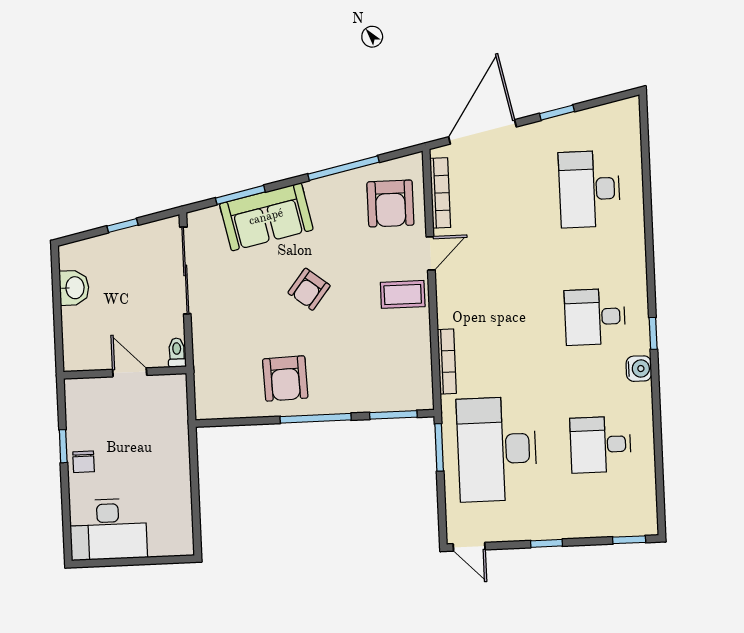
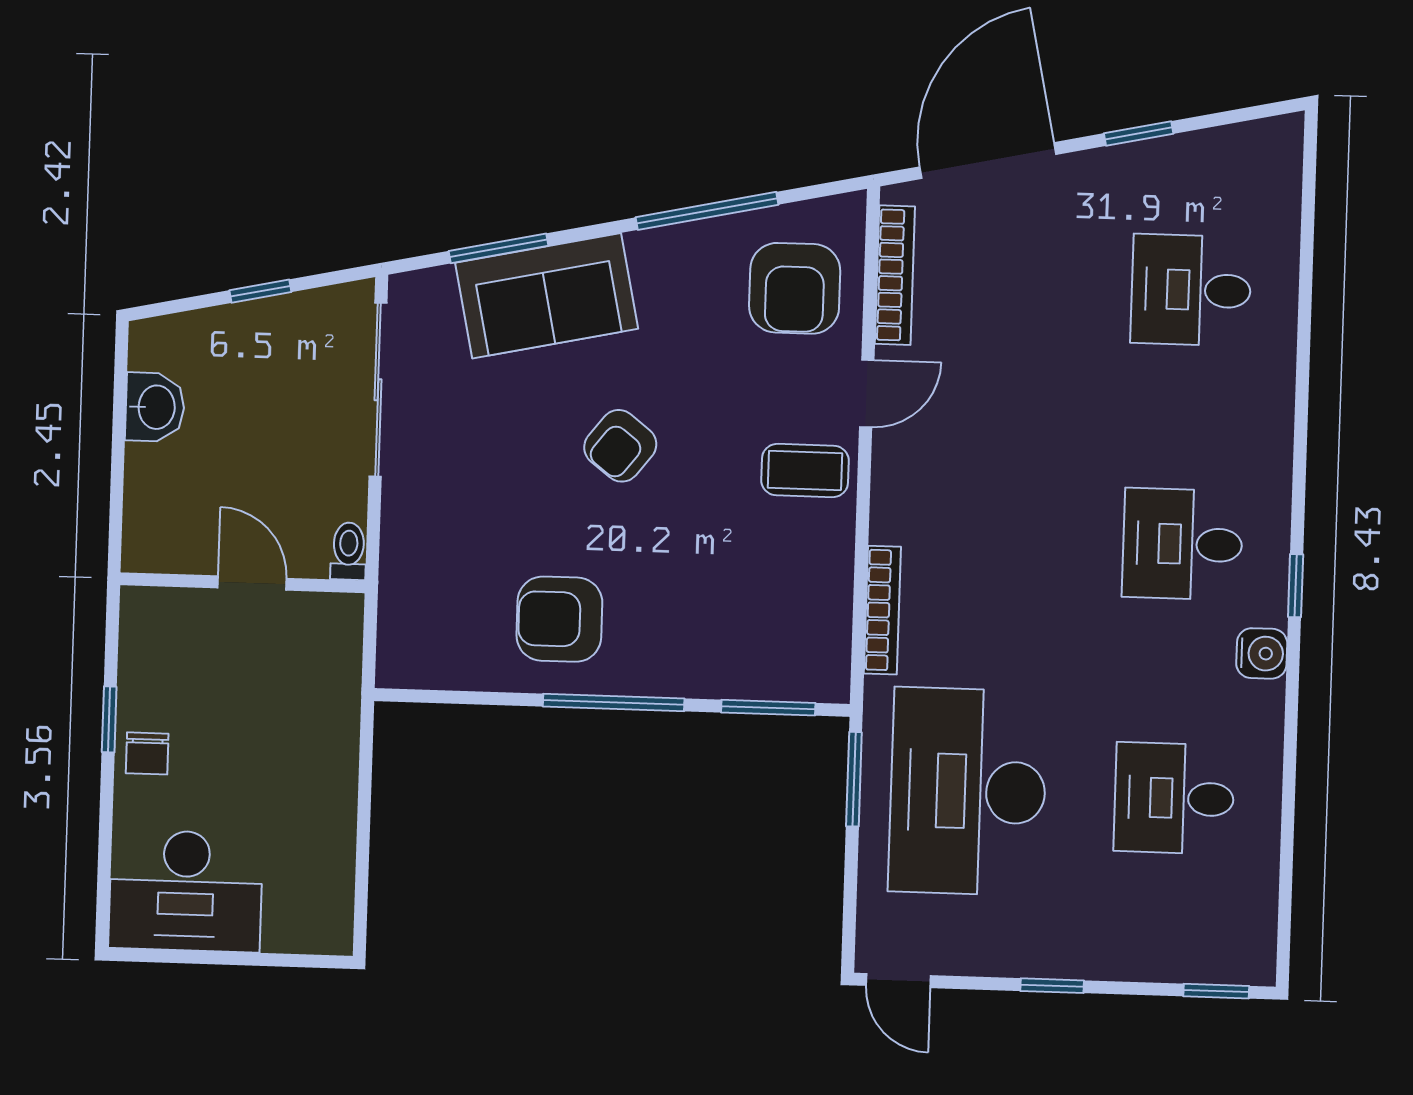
desk: (589, 189) -> (1191, 290), width x0.73
armchair: (285, 378) -> (559, 619), turned 92

